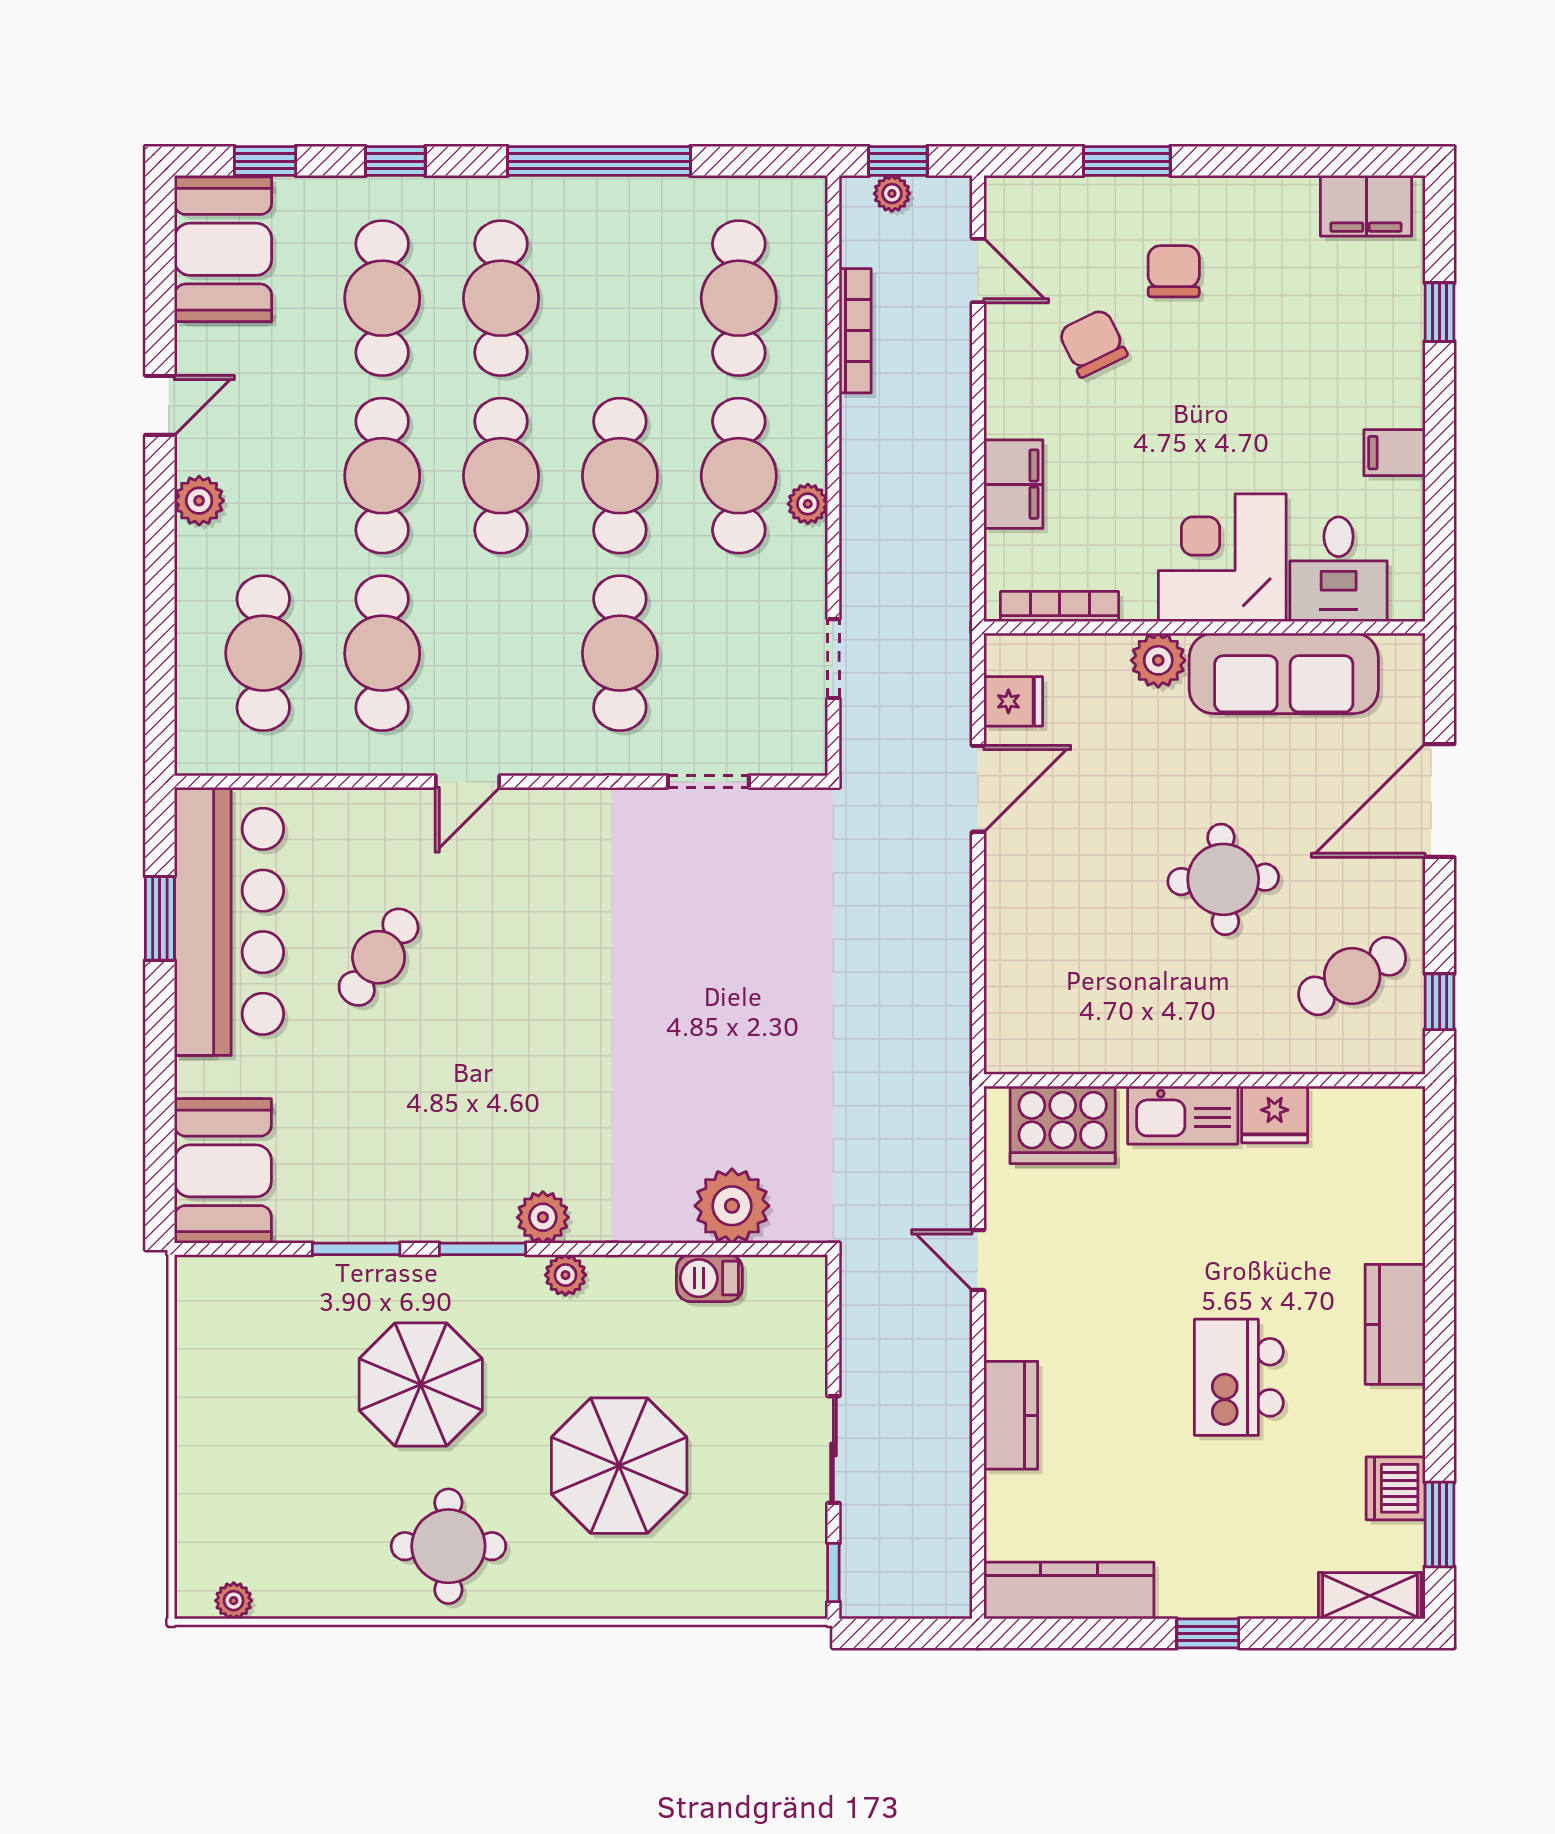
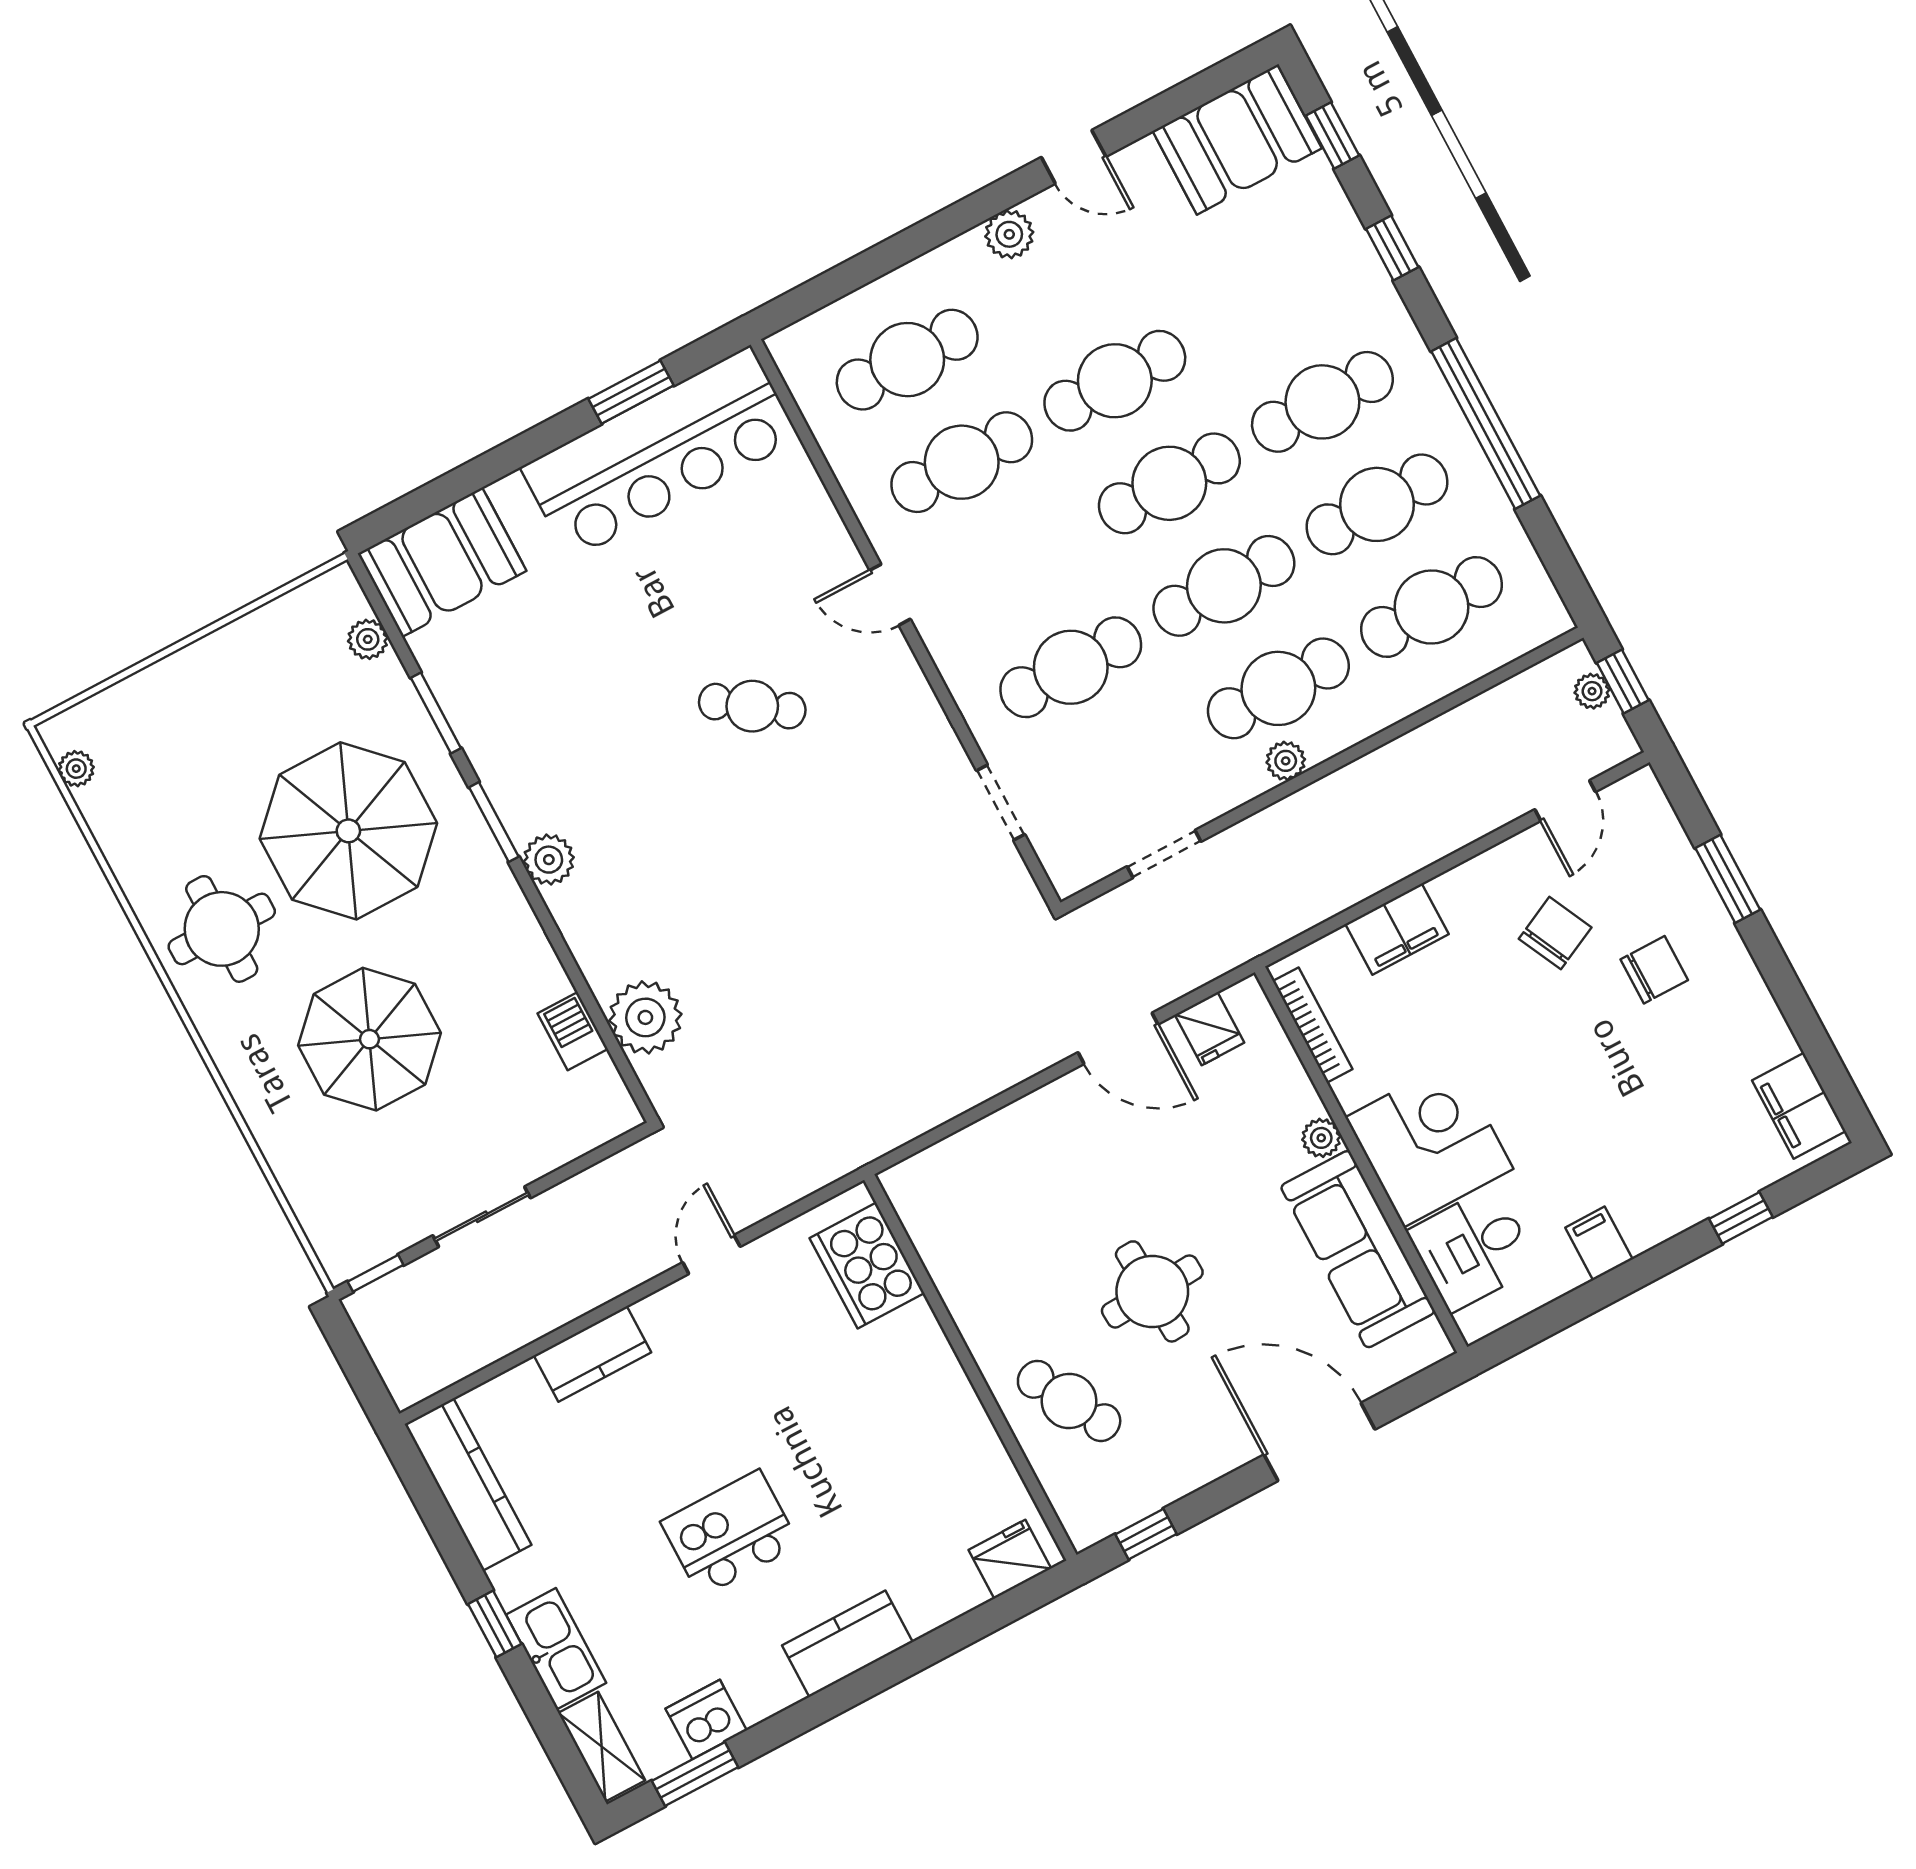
cafe table: (382, 298) -> (1377, 504), moved
bookcase: (855, 331) -> (1457, 722), removed
plant: (1158, 660) -> (1321, 1138), width x0.73, depth x0.73
cafe table: (379, 957) -> (752, 706), moved
cafe table: (1352, 976) -> (1069, 1401), moved
fridge: (1275, 1114) -> (1010, 1559), moved, turned 90
kitchen sink: (1183, 1115) -> (556, 1649), moved, turned 180
plant: (565, 1275) -> (368, 639), moved
parasol: (421, 1385) -> (348, 831), width x1.36, depth x1.36

